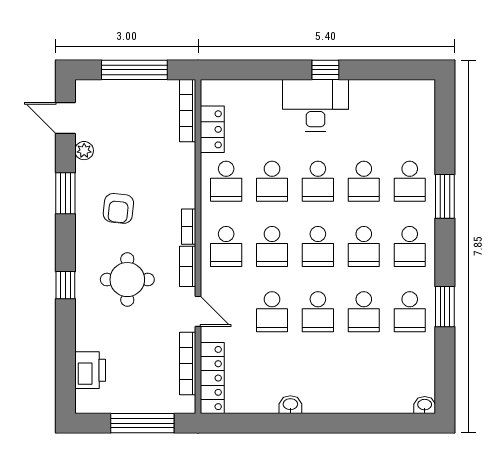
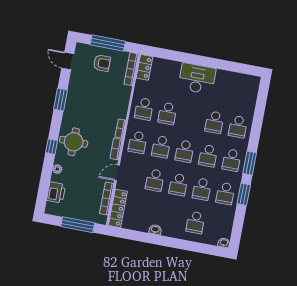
window: (325, 70) -> (206, 62), removed
locker: (212, 129) -> (144, 67), moved
plant: (84, 151) -> (57, 169), moved
school desk: (318, 181) -> (195, 222), moved
window: (445, 196) -> (250, 163), moved
armchair: (118, 208) -> (102, 63), moved, turned -96
round table: (127, 280) -> (74, 142), moved
door: (198, 311) -> (117, 173), swing flipped

